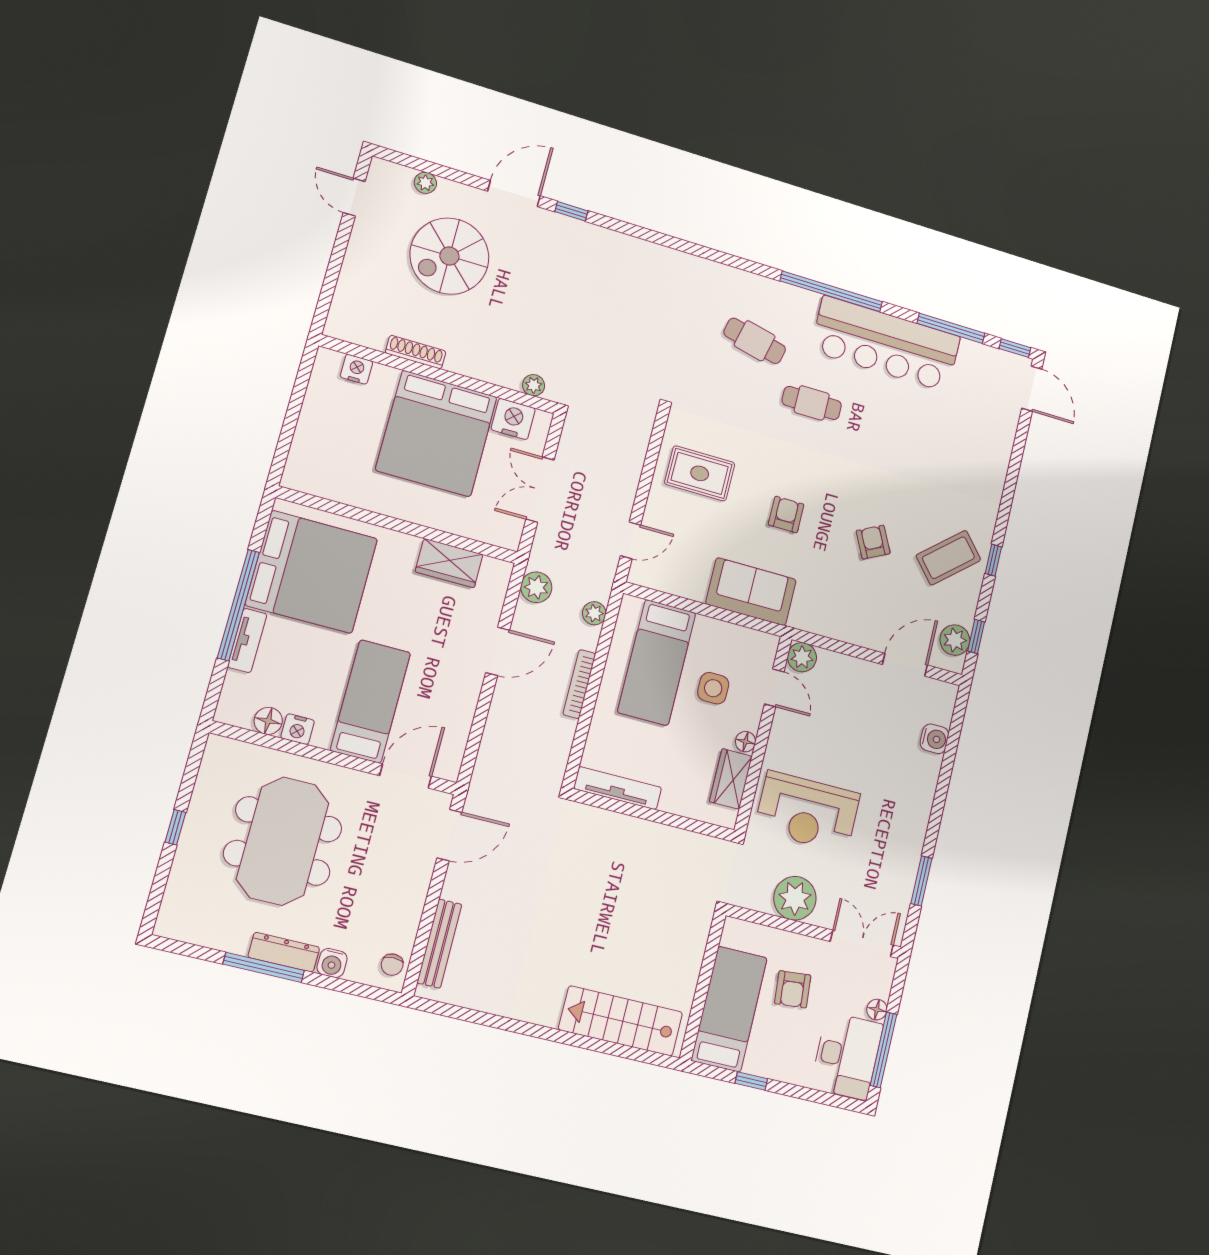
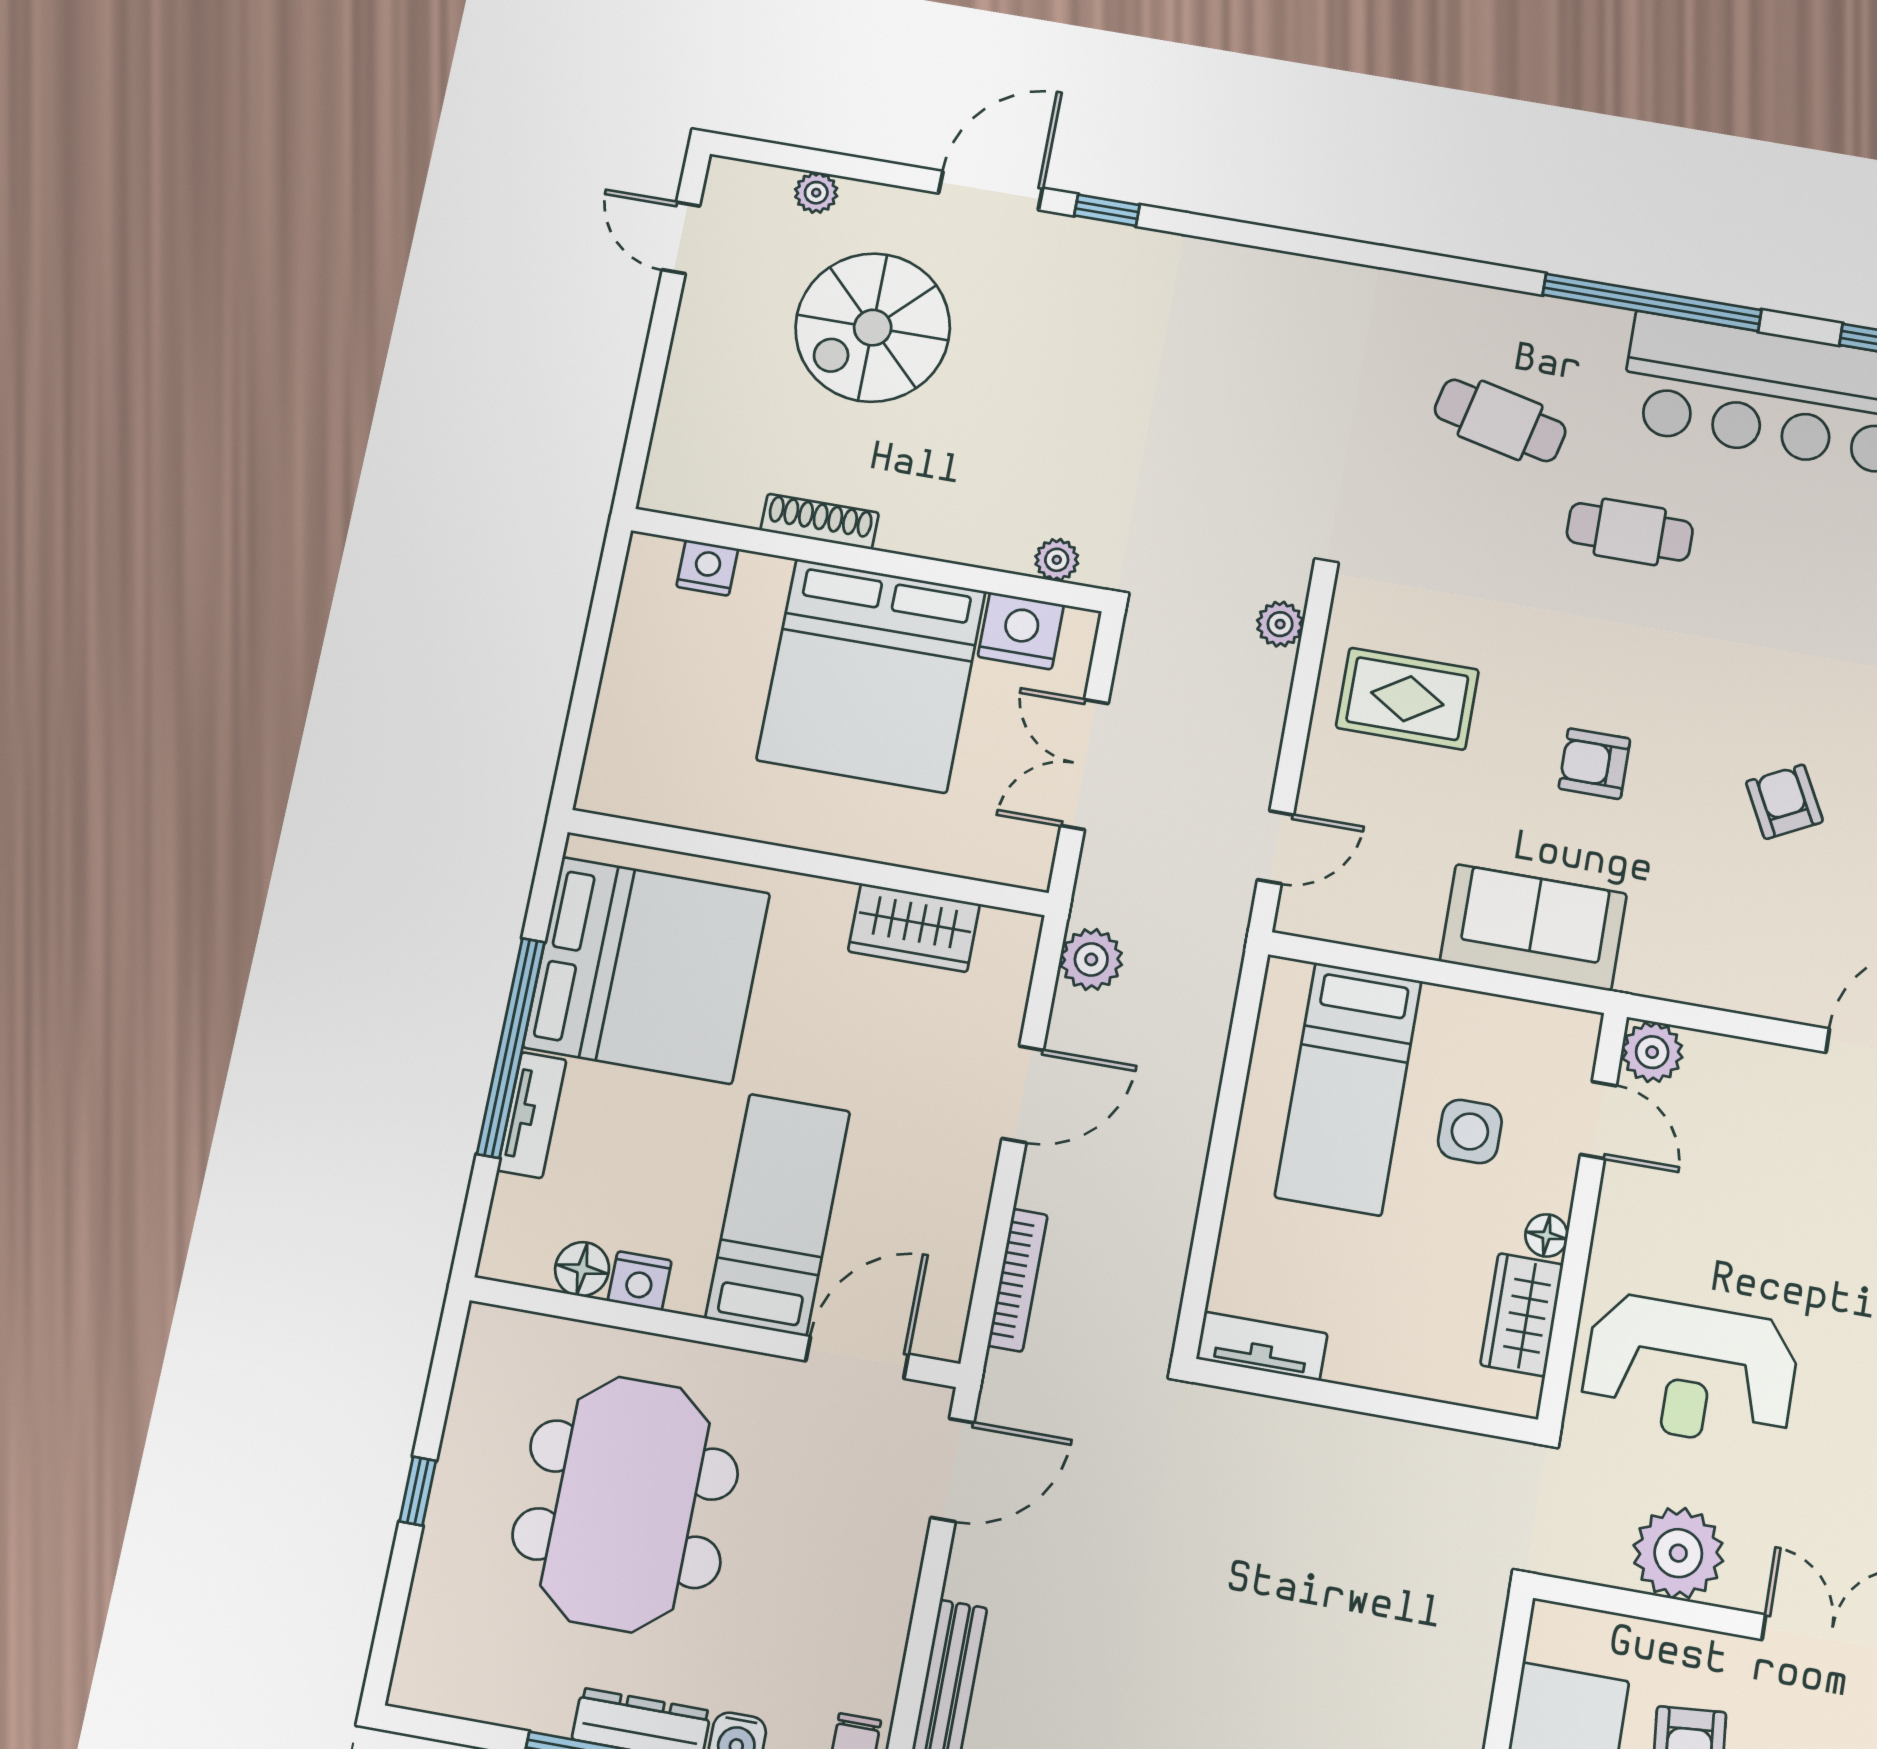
armchair: (786, 515) -> (1594, 764), turned -90
plant: (594, 613) -> (1280, 624), moved
bookcase: (579, 684) -> (1018, 1280), moved, turned 180
tv unit: (618, 788) -> (1262, 1346), width x0.71

